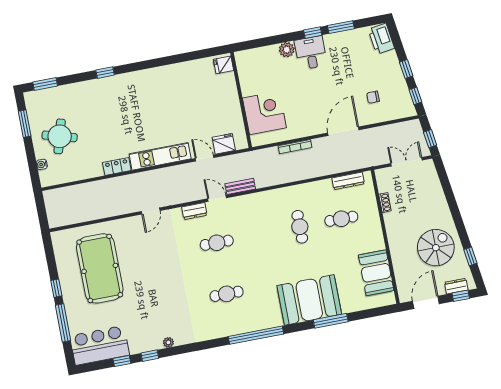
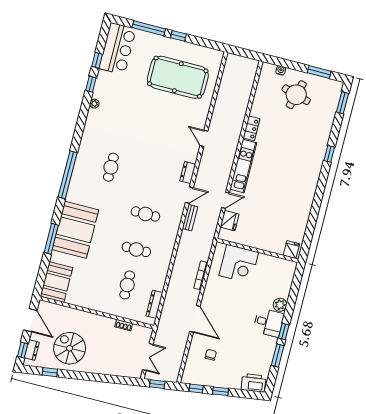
cafe table: (217, 243) -> (145, 214), moved, turned 90
spiral stairs: (436, 248) -> (70, 348), turned 180
booth: (376, 273) -> (56, 282), moved, turned 90

